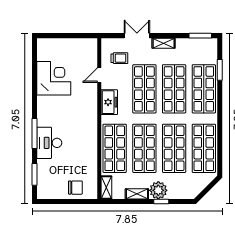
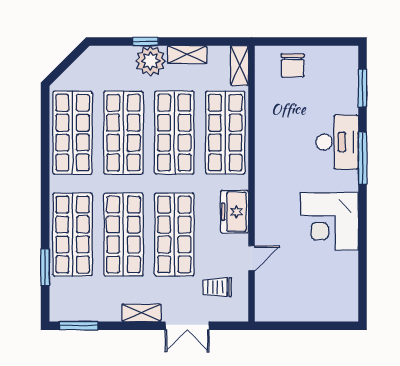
corner desk: (54, 78) -> (330, 221), moved
chair: (75, 188) -> (293, 65), turned -90

